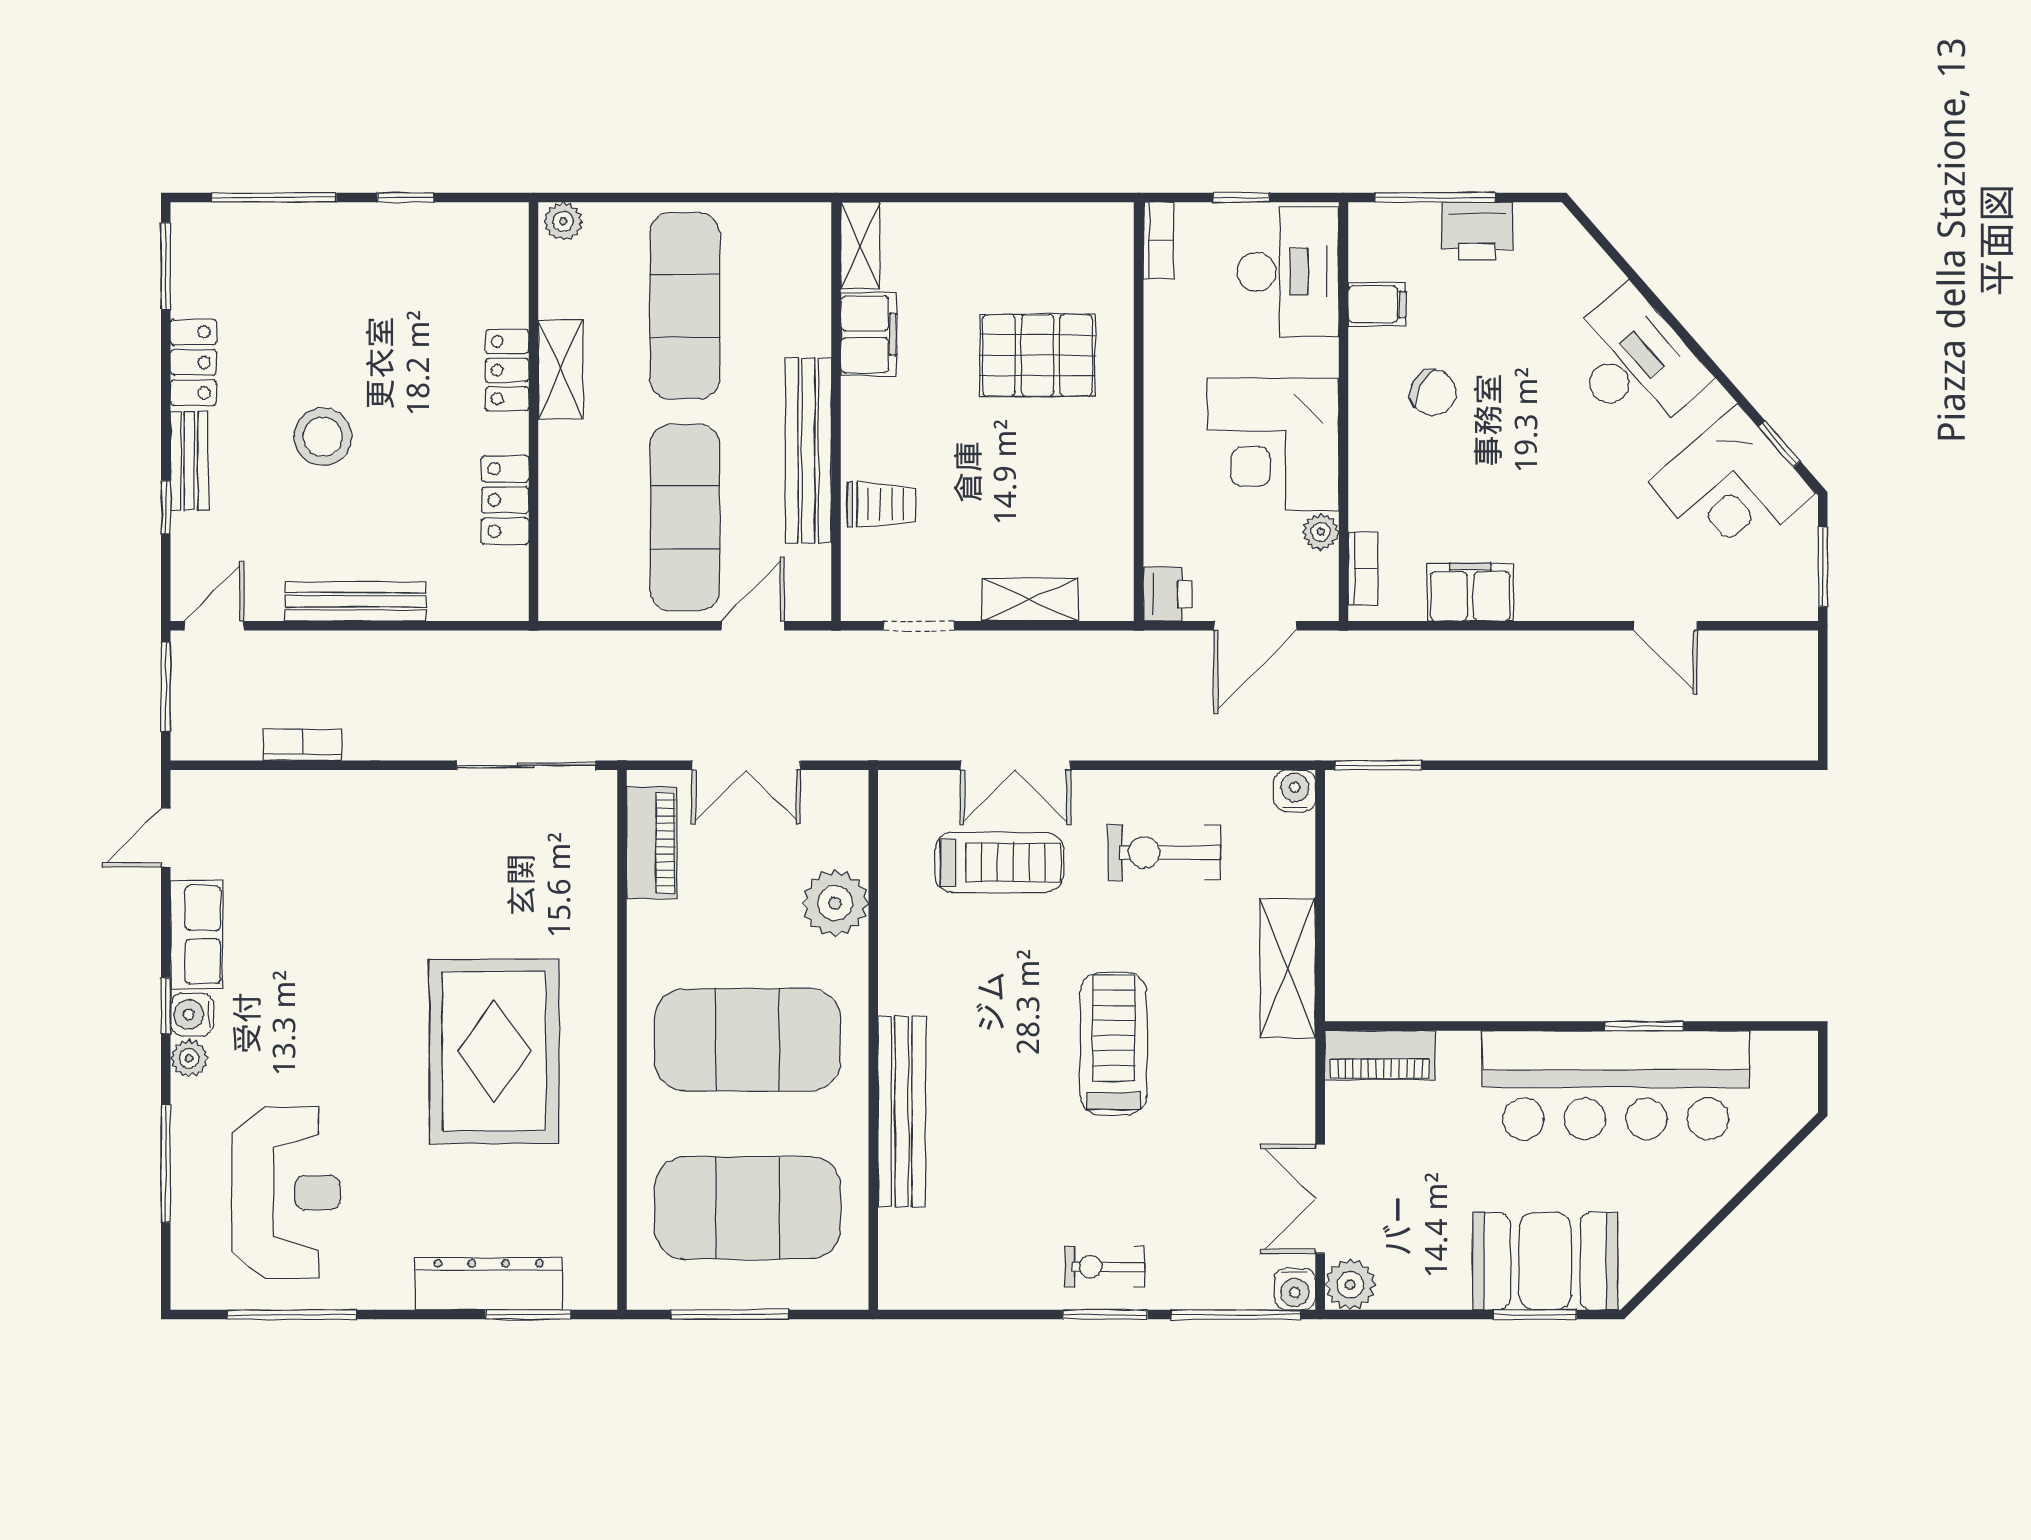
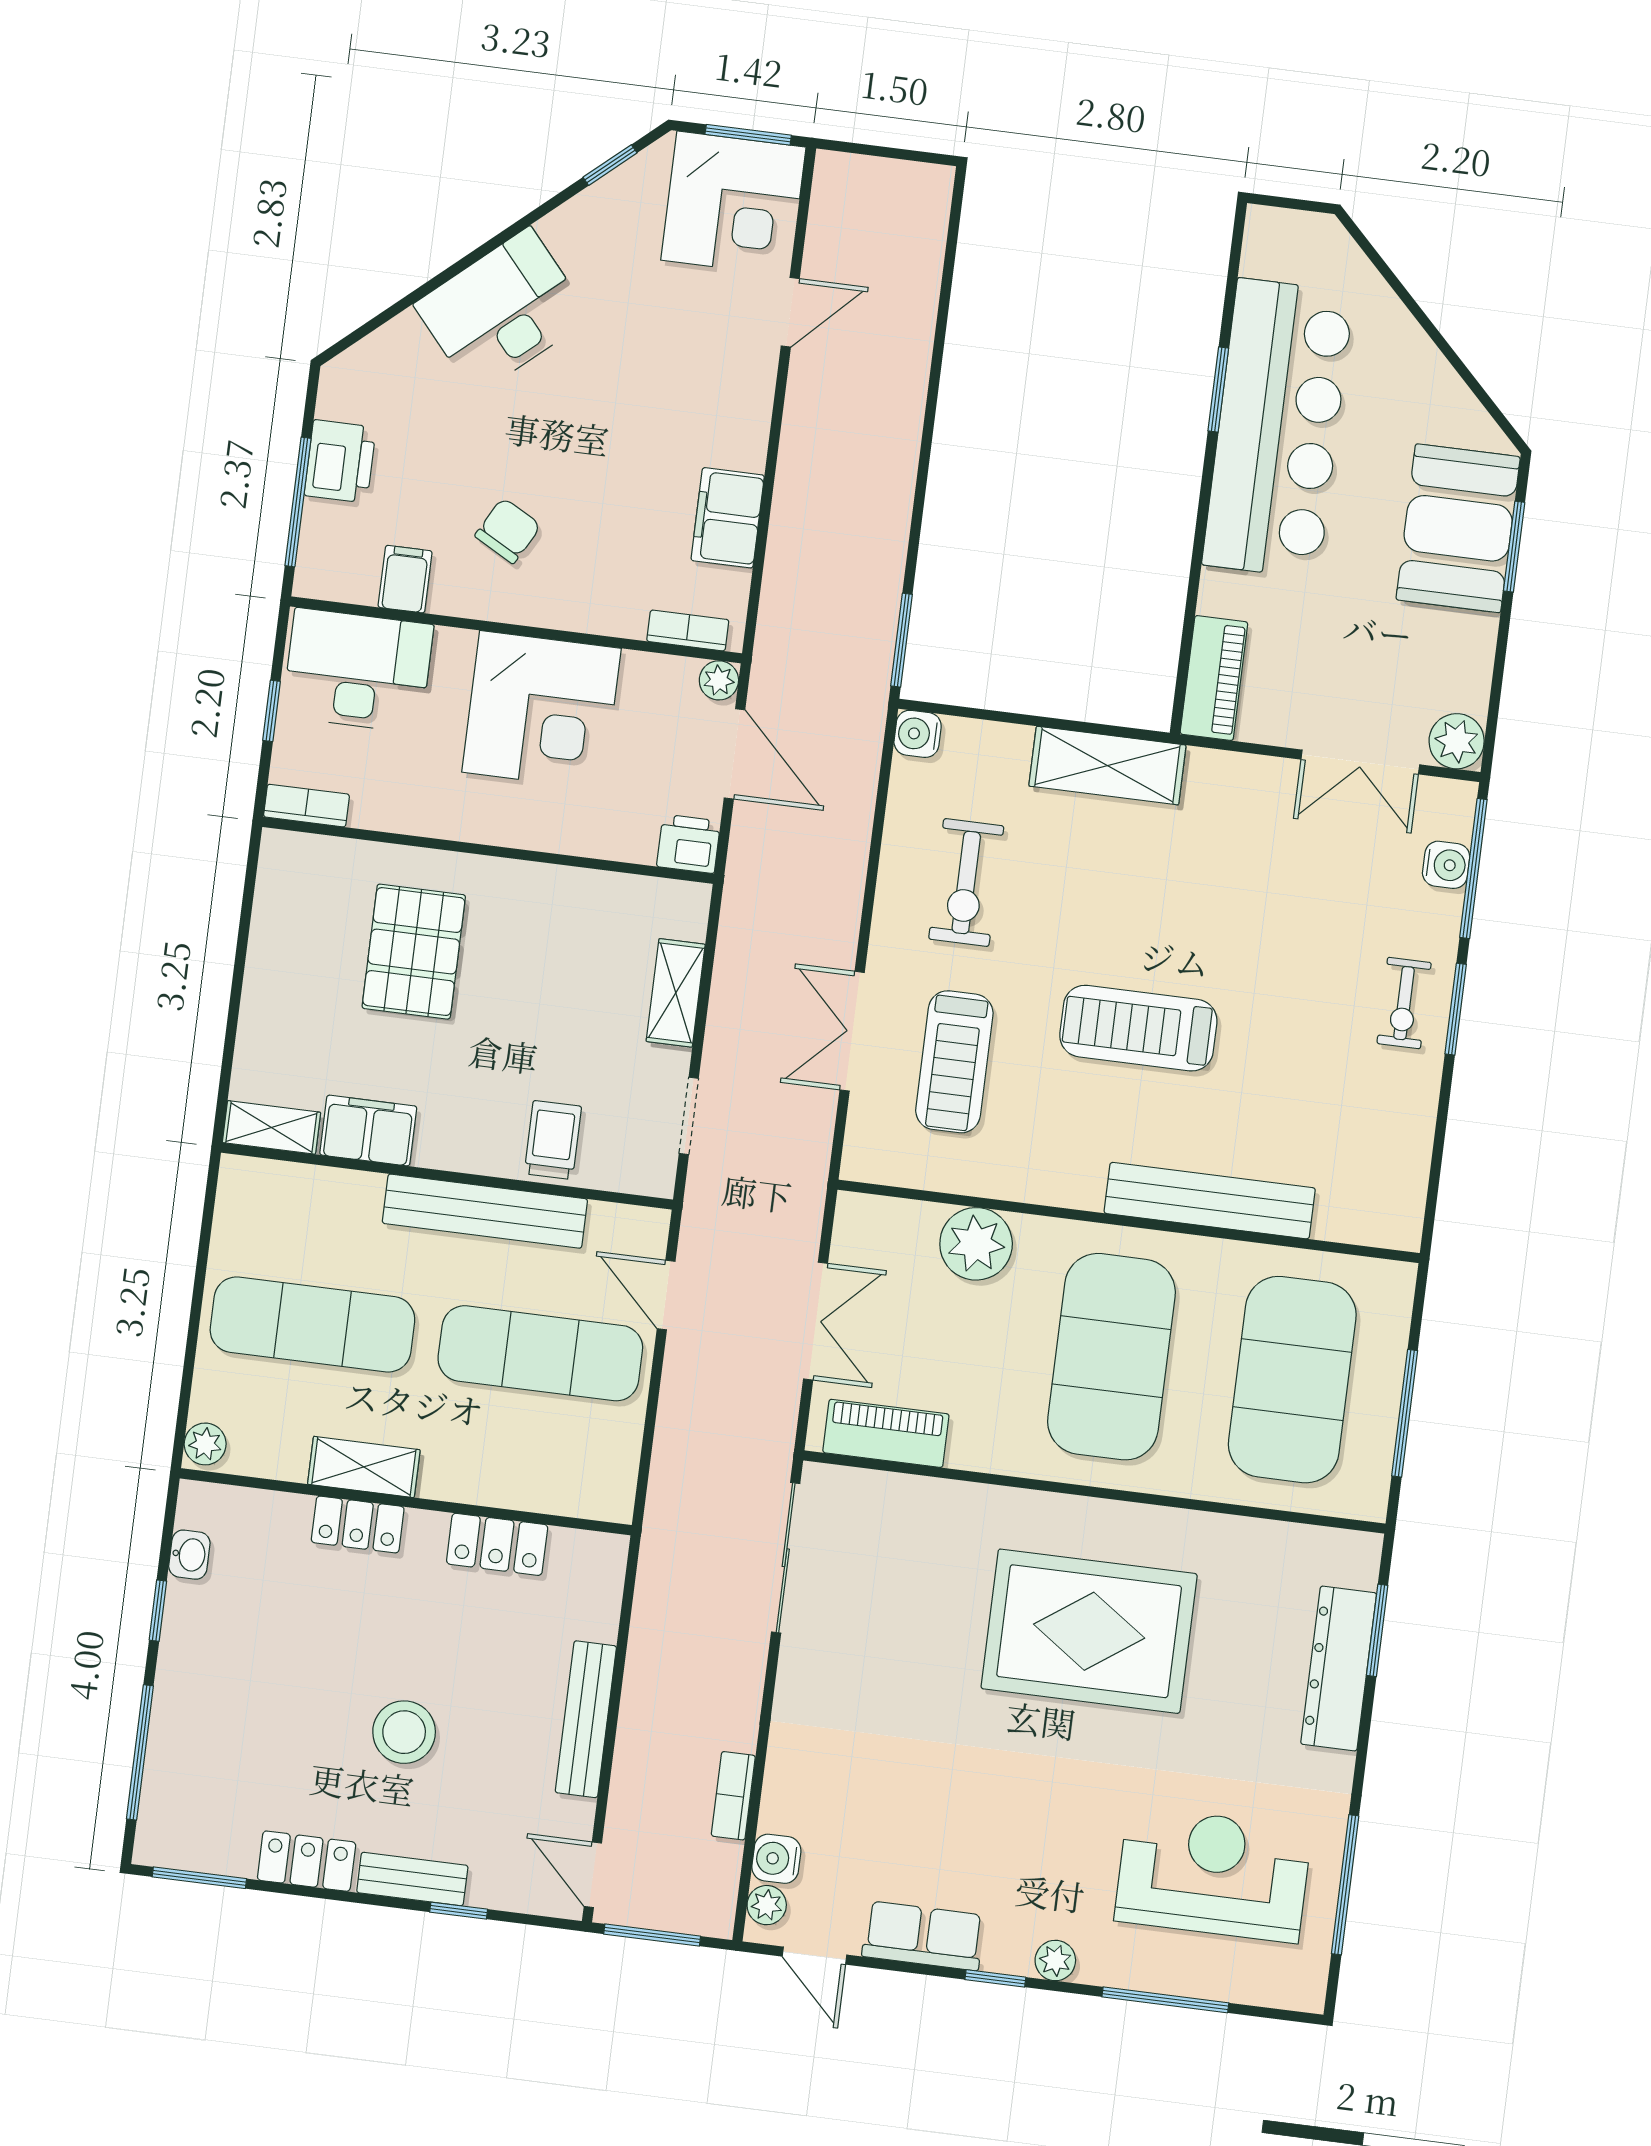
washbasin: (460, 220) -> (189, 1555), added
corner desk: (1732, 488) -> (733, 204), moved, turned 41
plant: (1321, 532) -> (719, 680), moved
double door: (1015, 765) -> (852, 1031), swing flipped
plant: (206, 788) -> (767, 1905), added
treadmill: (999, 862) -> (954, 1062), turned 180
water cooler: (192, 1014) -> (776, 1859), moved, turned 90
treadmill: (1114, 1044) -> (1138, 1028), moved
water cooler: (1295, 1289) -> (1446, 865), moved

